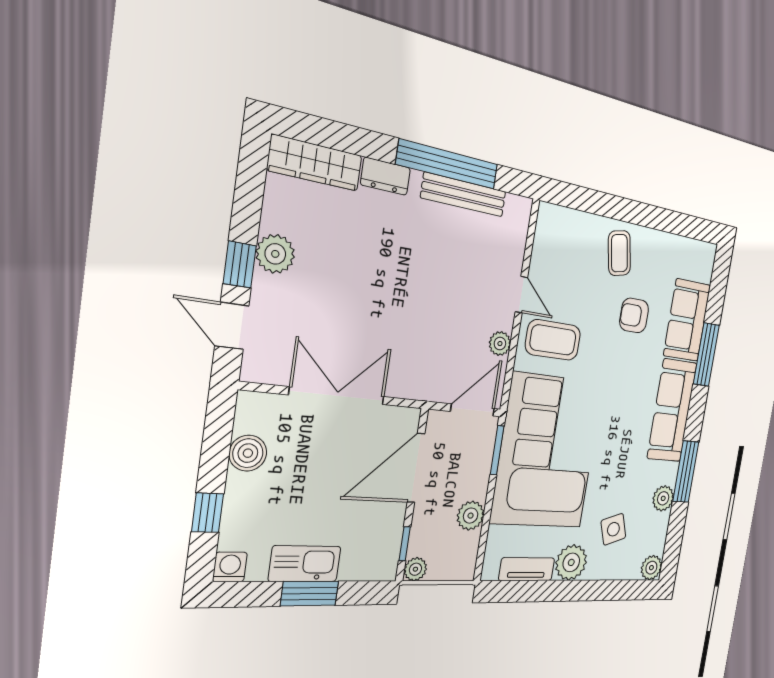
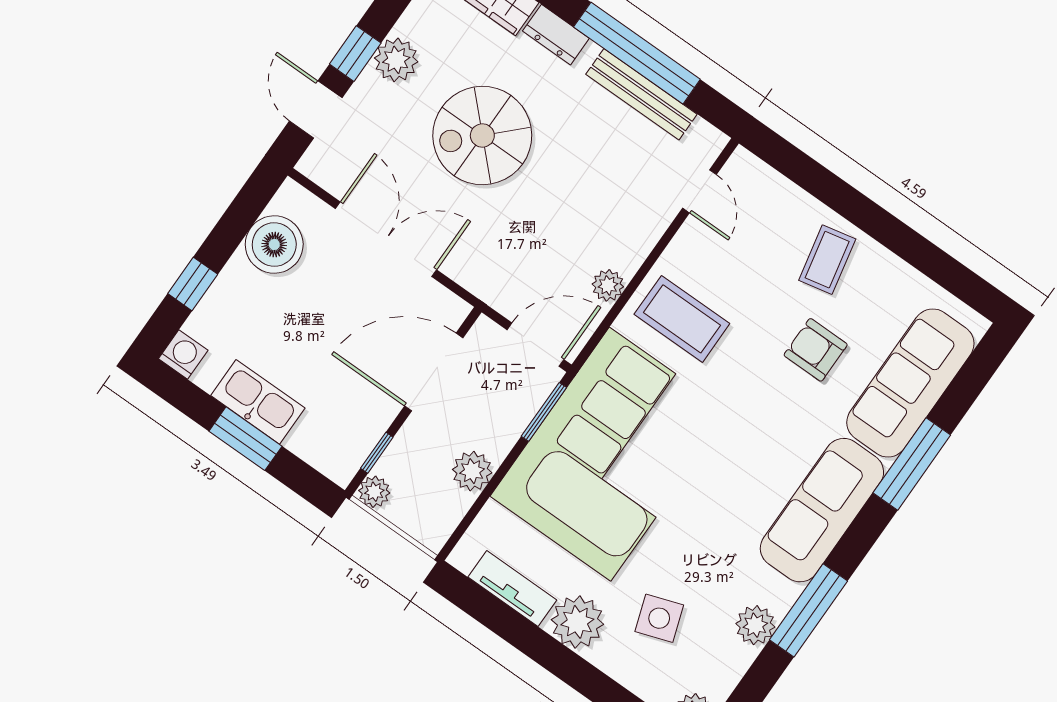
spiral stairs: (369, 281) -> (482, 135), added
door: (521, 295) -> (700, 191), moved
sofa: (687, 320) -> (910, 383), width x1.36
boiler: (248, 453) -> (274, 245), width x1.37, depth x1.37

